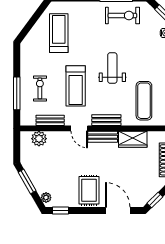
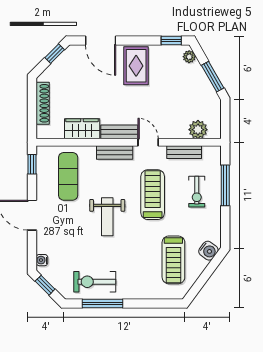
water cooler: (31, 41) -> (208, 251), added

